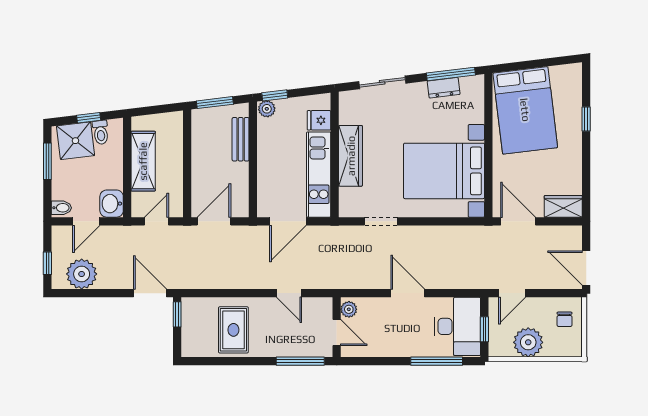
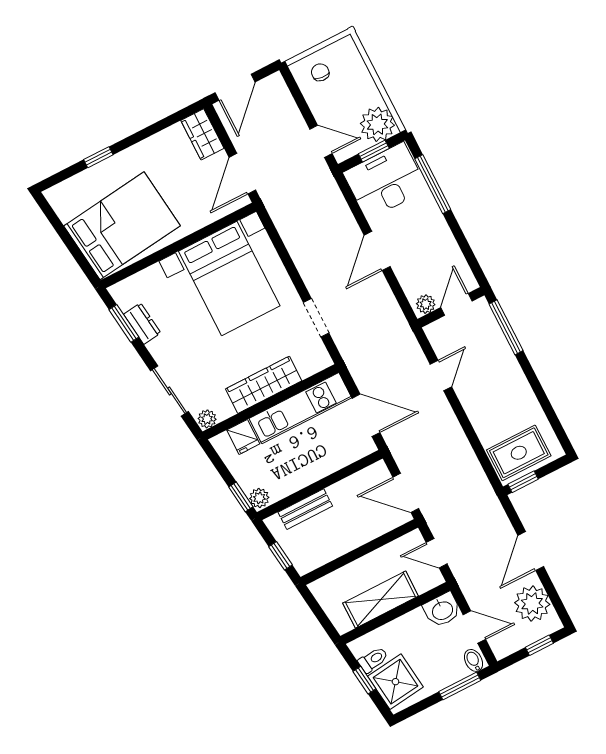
window: (451, 74) -> (124, 323), width x0.69
plant: (347, 100) -> (207, 419), added
window: (215, 103) -> (281, 556), width x0.67
window: (47, 161) -> (460, 686), moved
door: (586, 268) -> (235, 87), moved
door: (150, 293) -> (531, 551), moved
chair: (565, 319) -> (320, 72), turned -84
rug: (233, 330) -> (519, 453), moved
plant: (528, 342) -> (377, 124), moved

